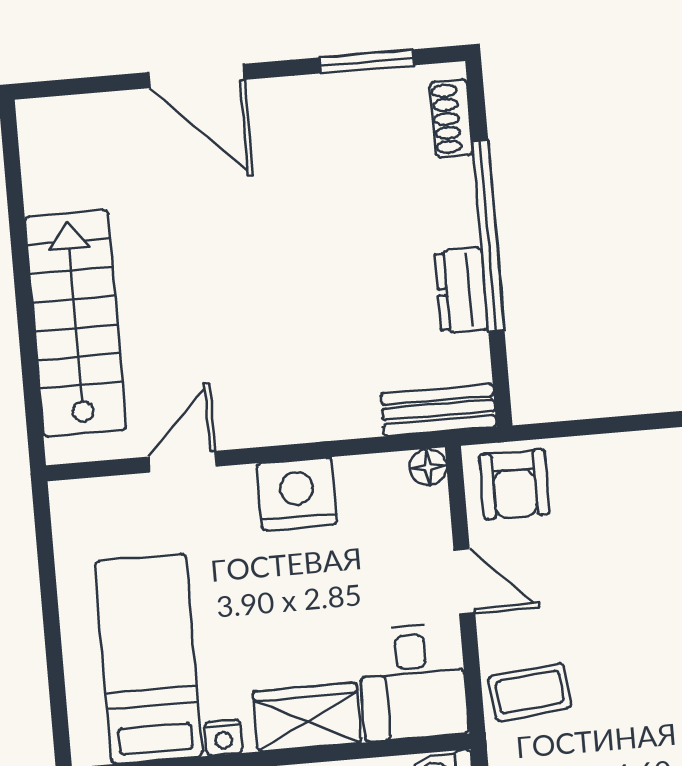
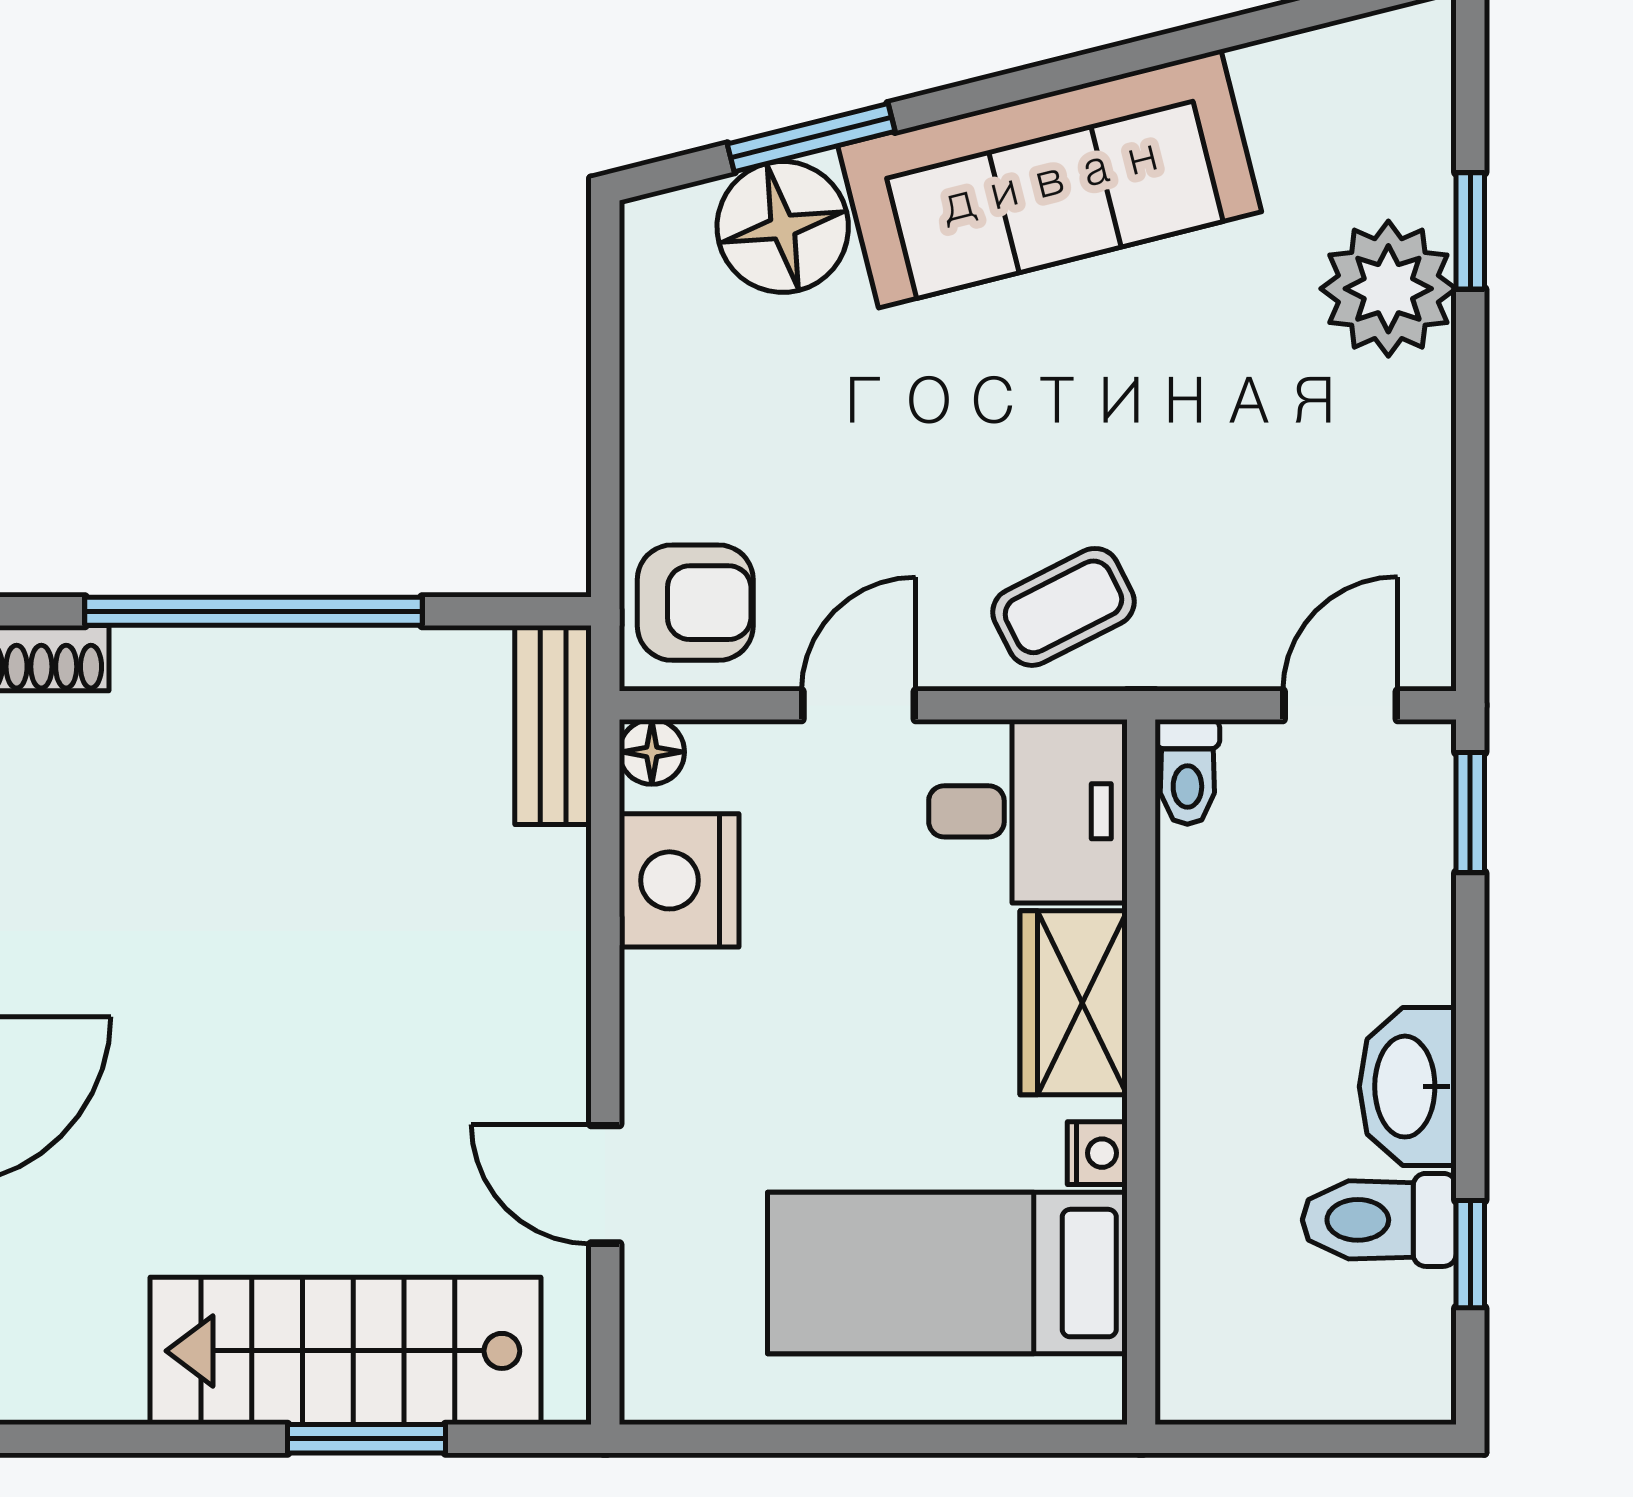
dresser: (461, 290) -> (346, 667), removed
window: (27, 339) -> (367, 1439), added
nightstand: (297, 494) -> (679, 880), moved
coffee table: (530, 692) -> (1063, 607), turned 69

